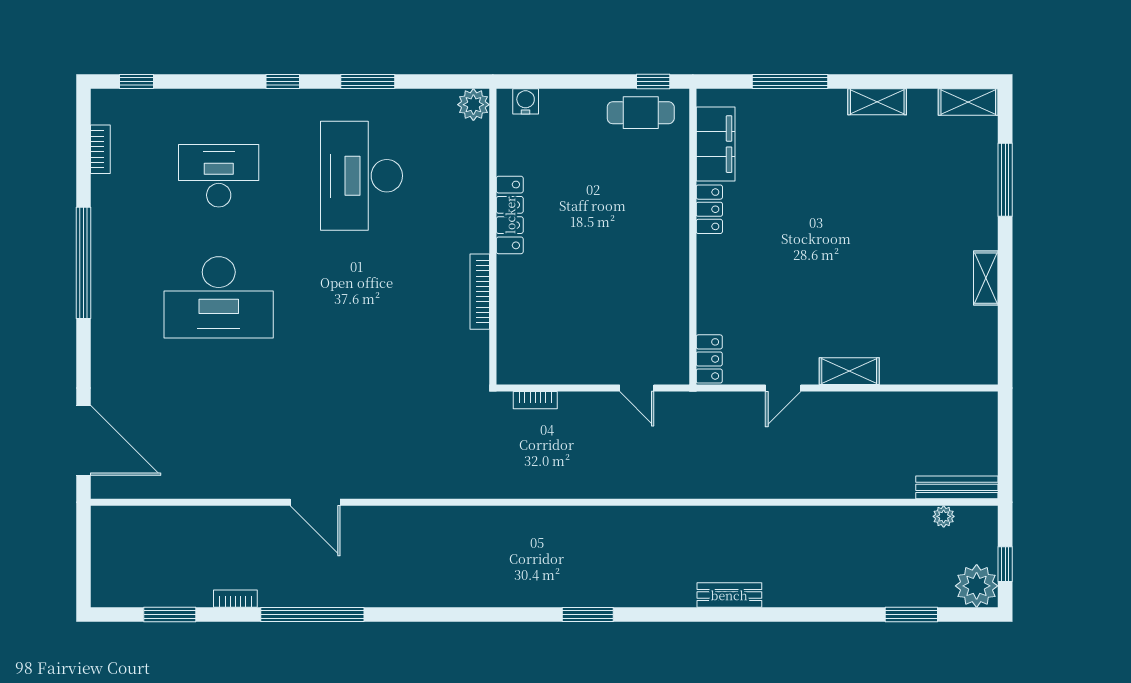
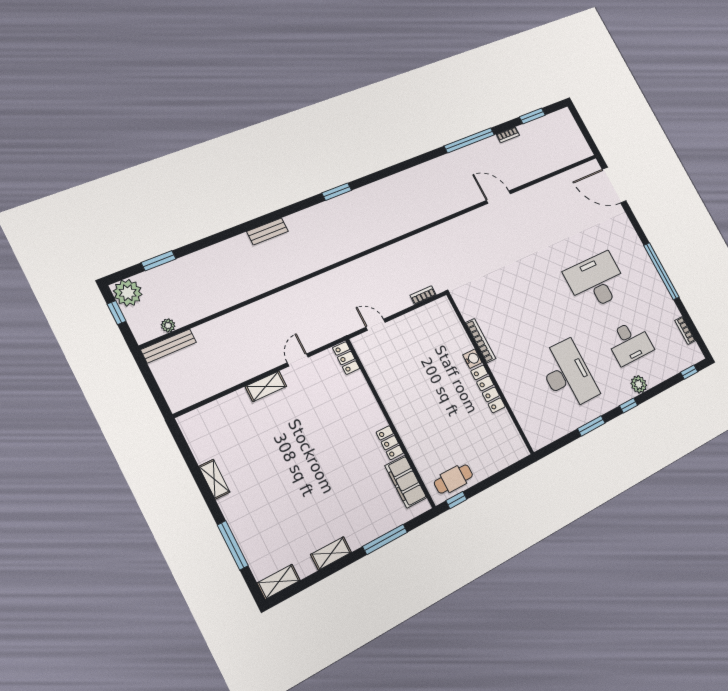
water cooler: (526, 101) -> (472, 359), moved, turned -90
plant: (473, 105) -> (639, 384), moved

